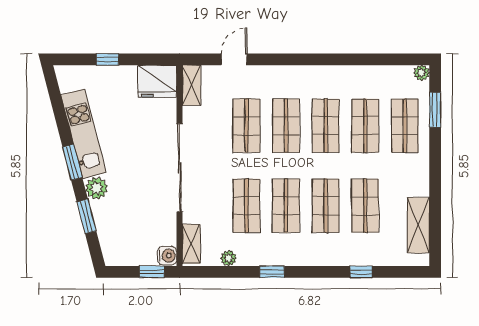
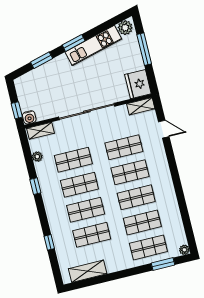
window: (108, 59) -> (144, 49), width x2.17
plant: (97, 188) -> (125, 28), moved

